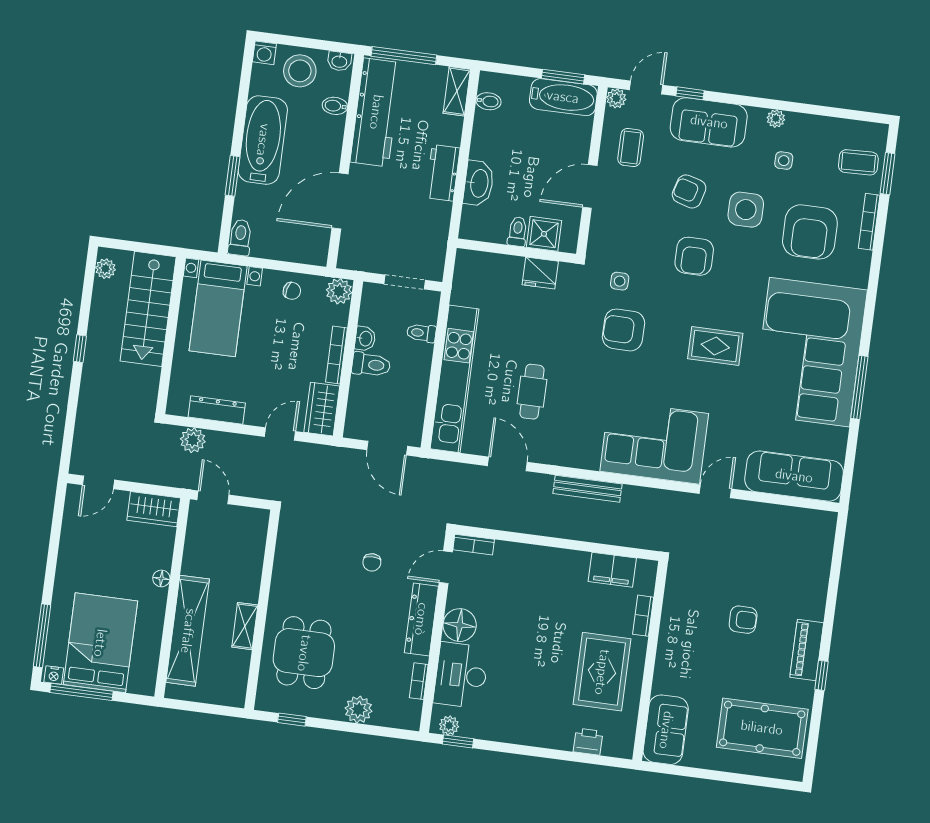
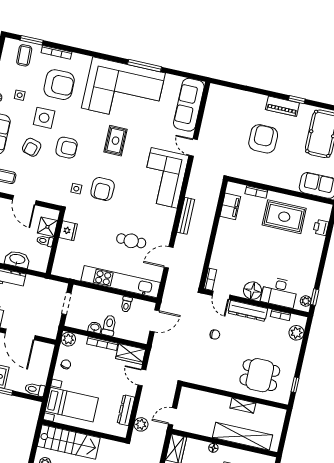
toilet: (421, 333) -> (126, 304), moved
armchair: (743, 620) -> (263, 139), width x1.88, depth x1.88
plant: (358, 710) -> (296, 333), moved

